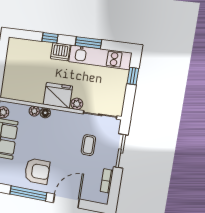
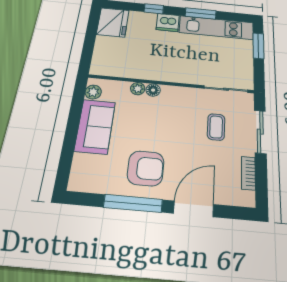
window: (133, 76) -> (258, 46), width x1.50
fridge: (58, 95) -> (113, 22), moved, turned 90
plant: (77, 104) -> (194, 78), removed

